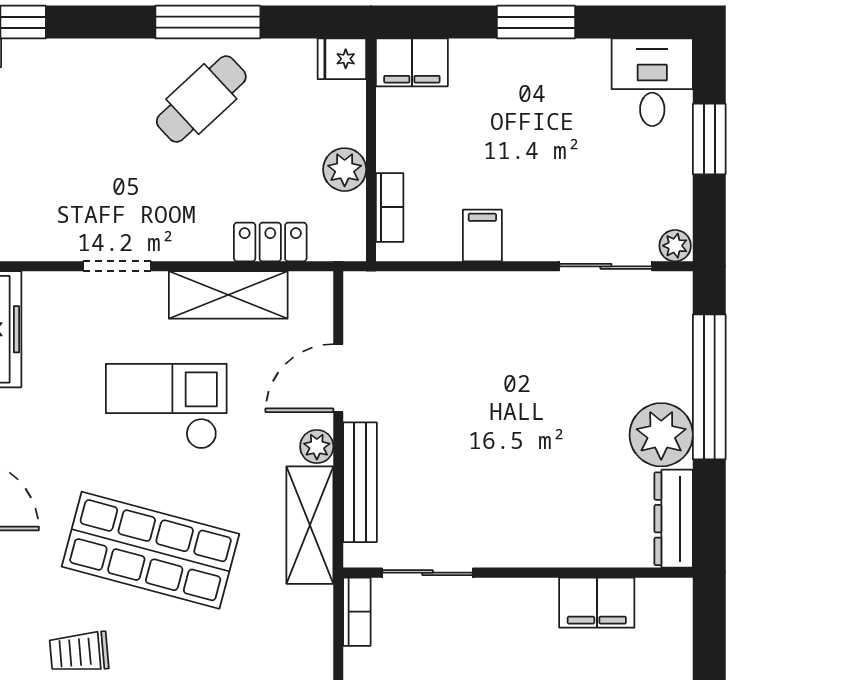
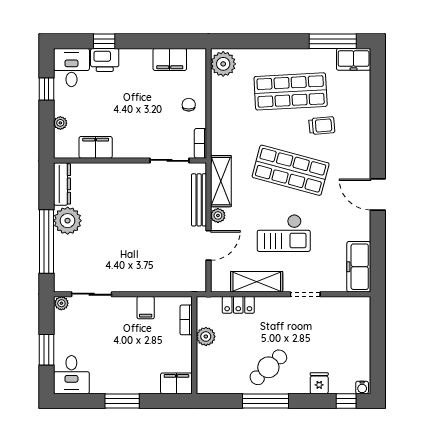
fridge: (342, 59) -> (319, 383), moved, turned -90
plant: (678, 658) -> (60, 123), added

